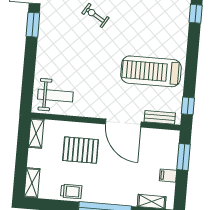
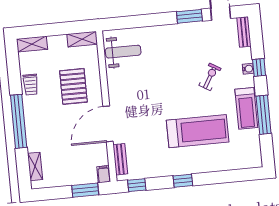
window: (196, 14) -> (183, 181), moved
treadmill: (151, 71) -> (198, 131), moved, turned 90
weight bench: (55, 95) -> (123, 52), turned -90
filing cabinet: (168, 176) -> (104, 174), moved

